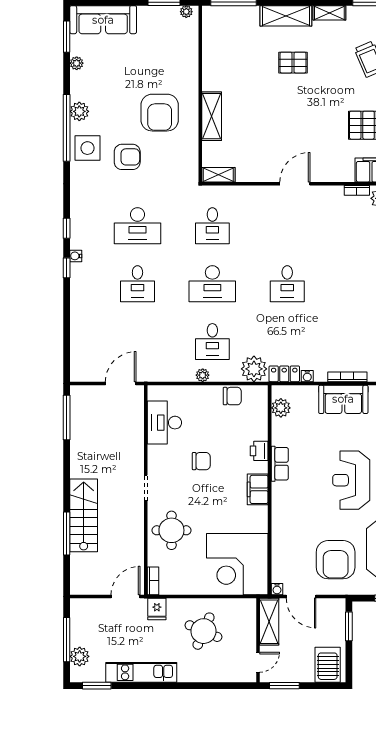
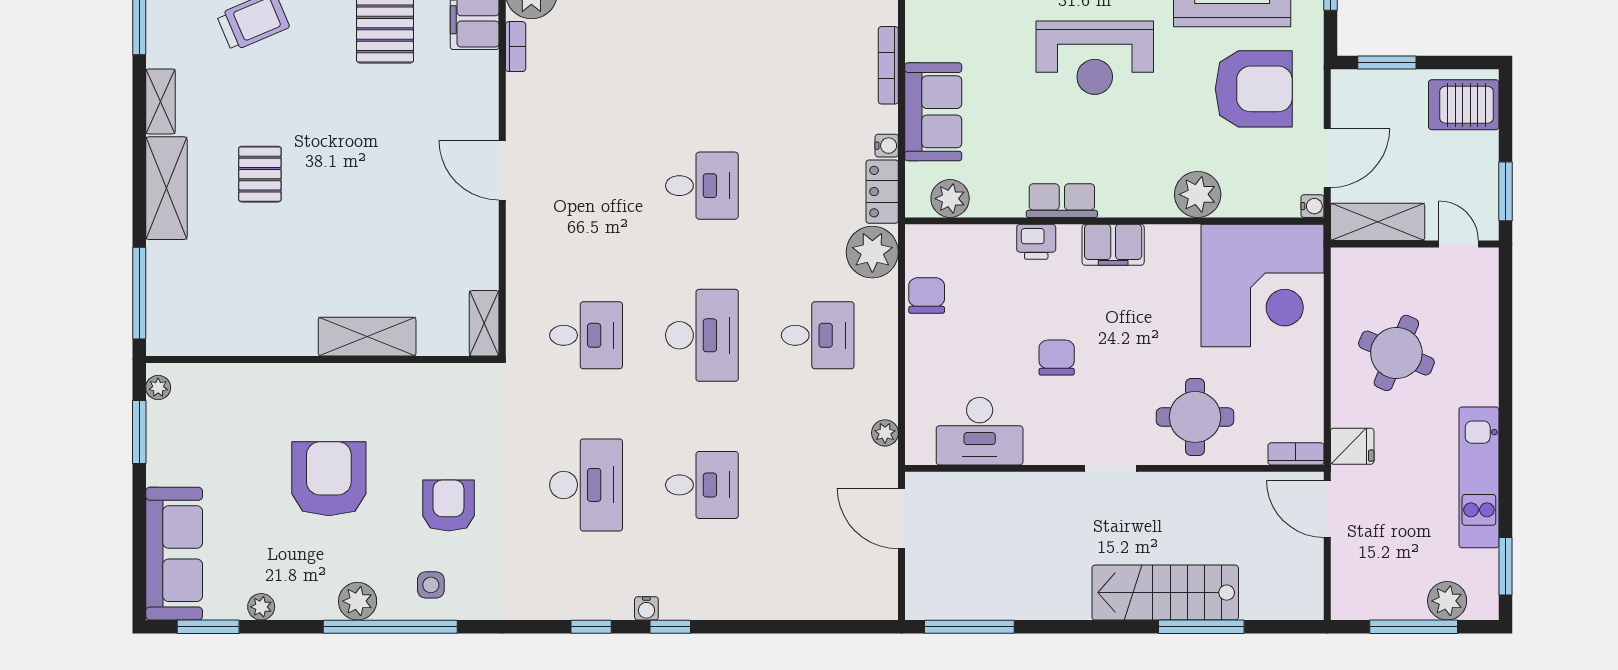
armchair: (160, 113) -> (329, 479), moved, turned -90
side table: (87, 148) -> (431, 585), width x0.54, depth x0.54
plant: (203, 375) -> (885, 433), moved
sofa: (343, 399) -> (933, 112), moved
plant: (283, 532) -> (1198, 194), added

